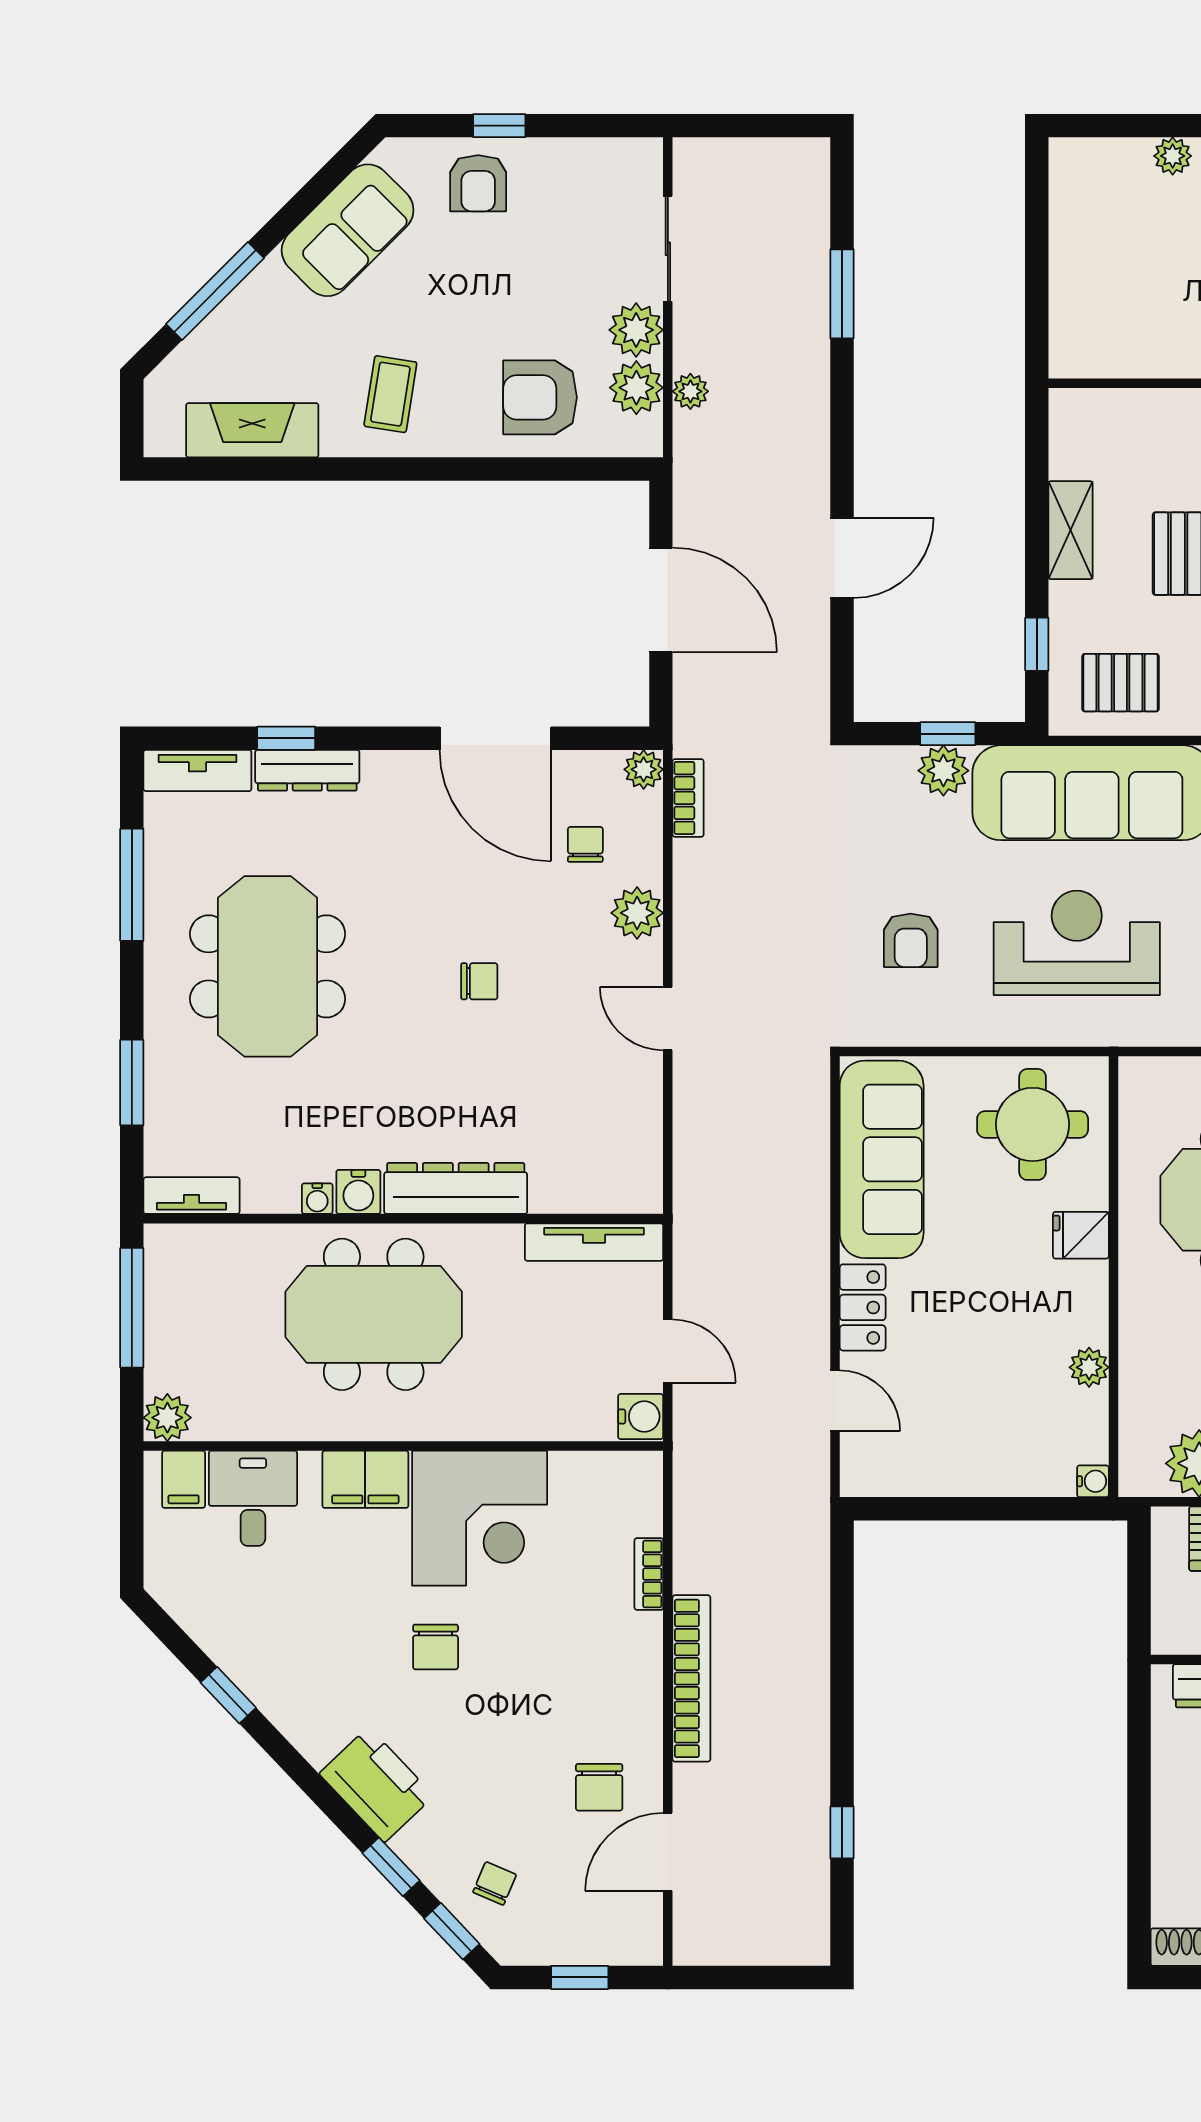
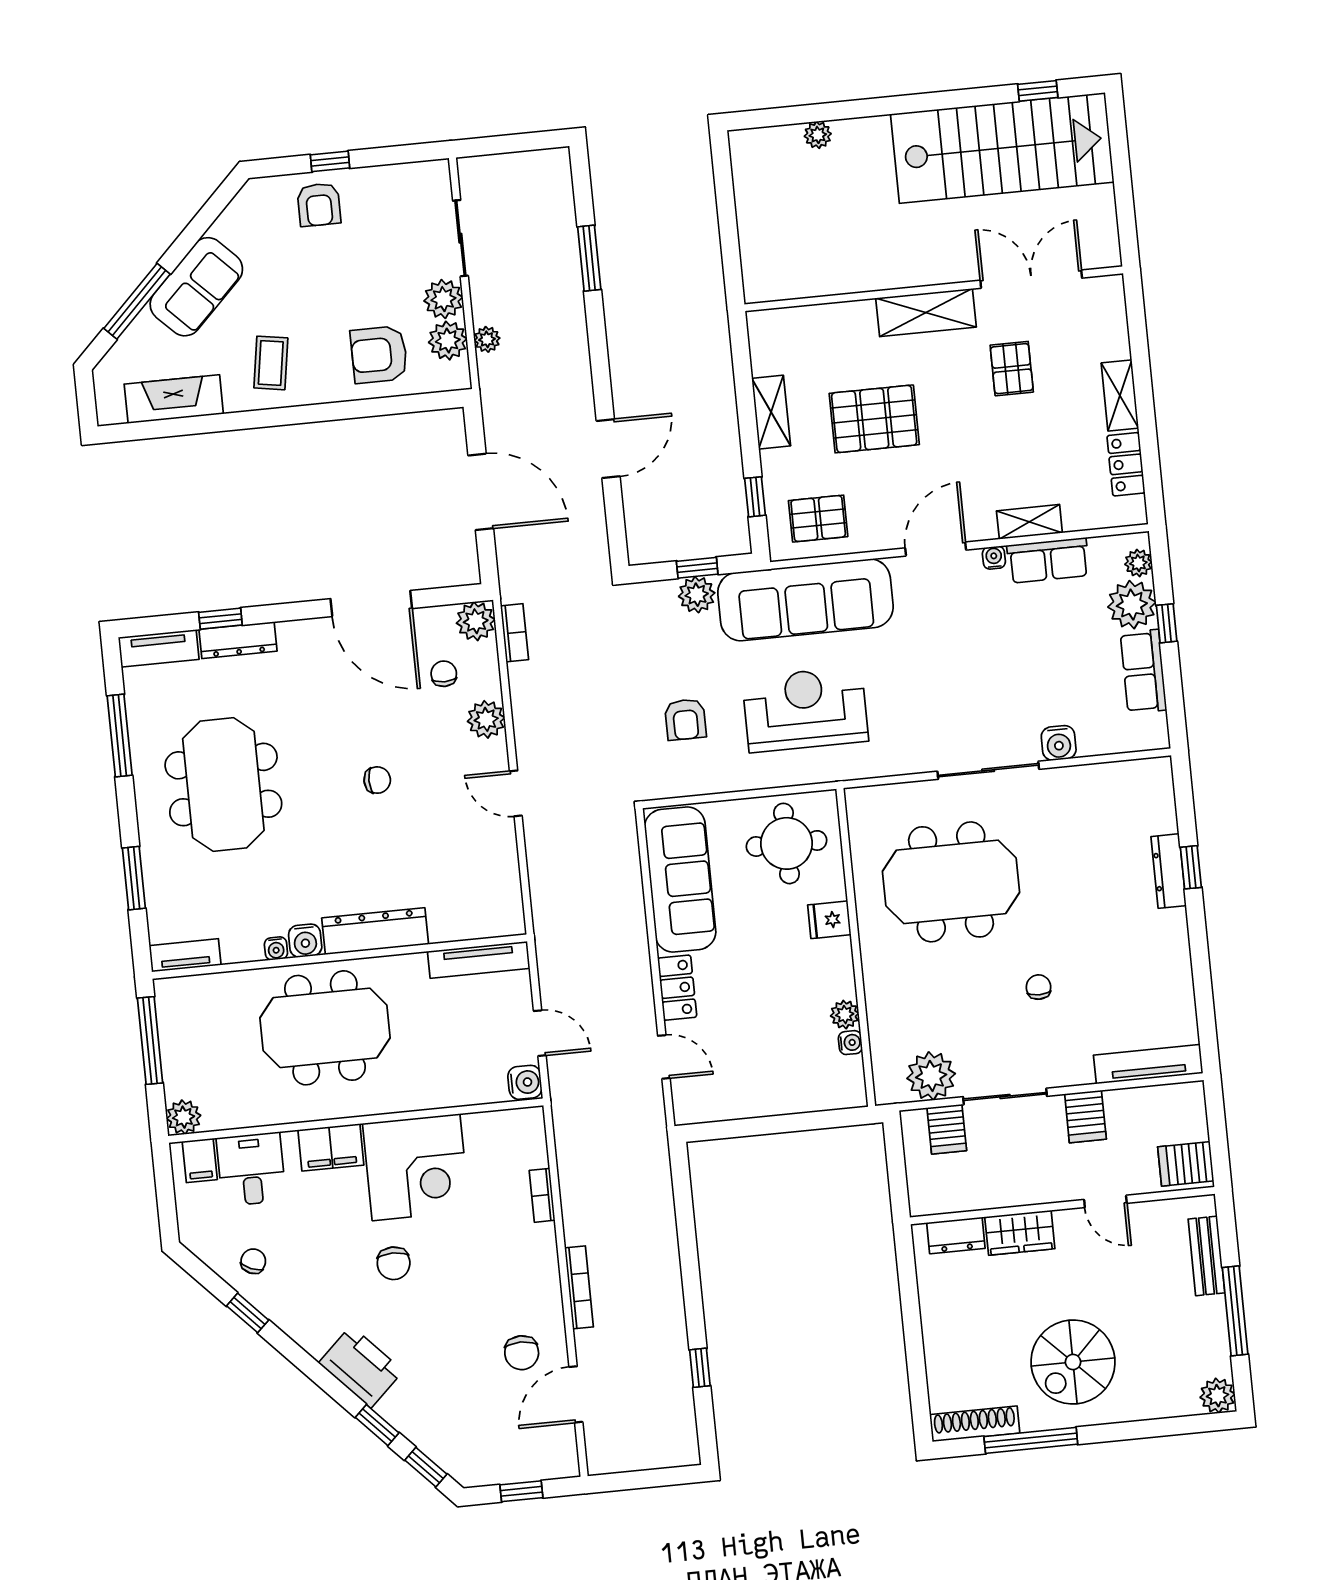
sofa: (348, 230) -> (196, 287), moved
plant: (644, 769) -> (476, 621), width x1.38, depth x1.38
water cooler: (1093, 1481) -> (850, 1043), moved
bookcase: (691, 1678) -> (579, 1287), width x0.68, depth x0.76
chair: (495, 1883) -> (253, 1261), moved

